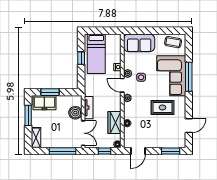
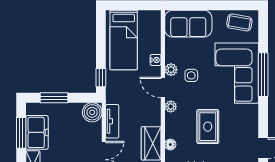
window: (81, 58) -> (101, 78), moved
freezer: (44, 103) -> (37, 132), moved, turned -90
rug: (162, 107) -> (208, 127), moved, turned 90
boiler: (75, 113) -> (92, 112), moved

